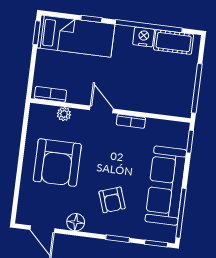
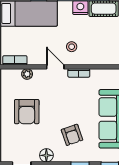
stool: (126, 86) -> (72, 47), added
armchair: (57, 163) -> (27, 112), width x0.73, depth x0.73

